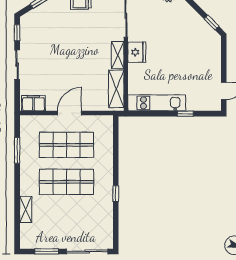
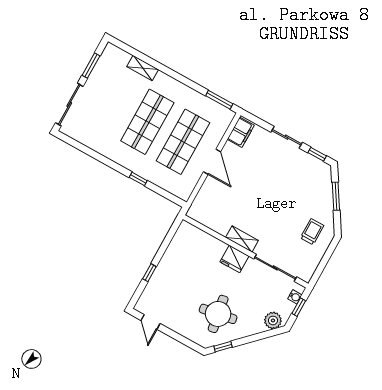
round table: (188, 41) -> (218, 314), added
shelving: (116, 89) -> (210, 220), removed
kitchen unit: (157, 103) -> (175, 251), removed
window: (17, 150) -> (219, 100), moved
window: (116, 194) -> (138, 179), moved

